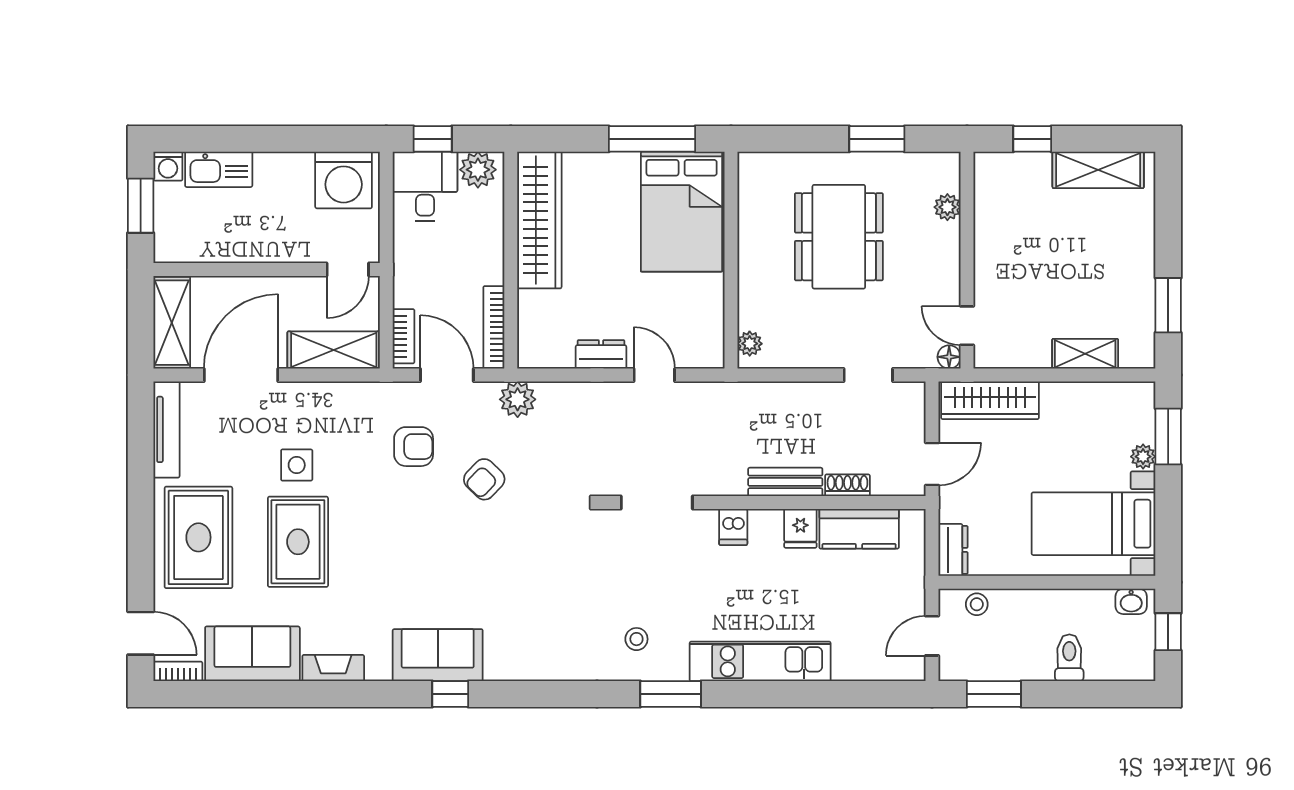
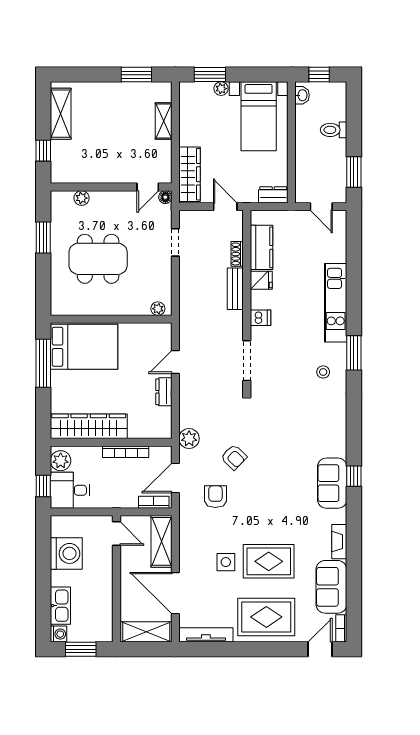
washing machine: (344, 180) -> (66, 553), moved
bookcase: (494, 327) -> (126, 452), moved
stool: (977, 604) -> (304, 182), removed

